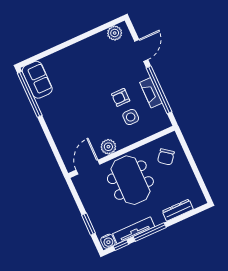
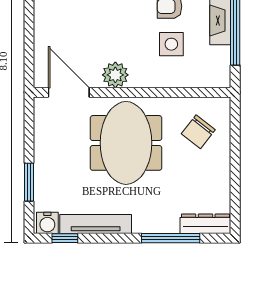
door: (88, 167) -> (69, 92), hinge flipped
dresser: (178, 210) -> (205, 224), moved
window: (150, 232) -> (171, 238), moved

